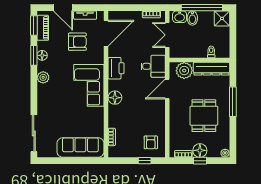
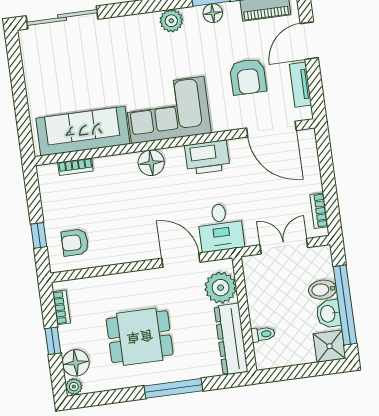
washbasin: (180, 17) -> (328, 314), moved
sofa: (80, 147) -> (83, 131), moved, turned -90
floor lamp: (200, 150) -> (76, 363), moved

